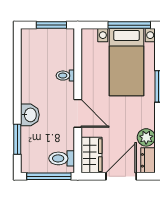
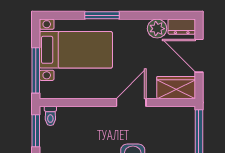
window: (129, 25) -> (36, 70), moved
toilet: (65, 76) -> (50, 116), moved
toilet: (62, 158) -> (180, 120), removed

